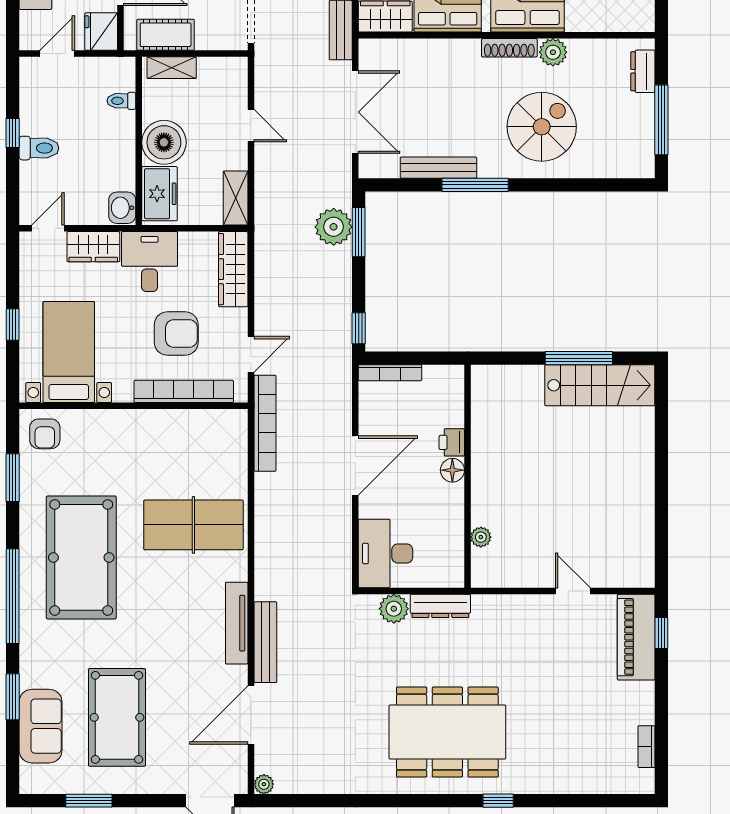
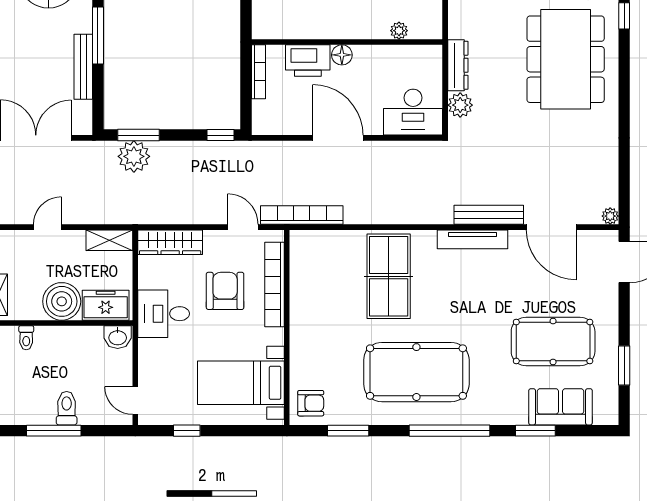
window: (13, 133) -> (54, 431), width x2.17
wardrobe: (93, 247) -> (151, 362), removed
window: (13, 324) -> (187, 431), moved
bookcase: (390, 373) -> (259, 72), moved
printer: (452, 442) -> (308, 61), width x1.87, depth x1.48

